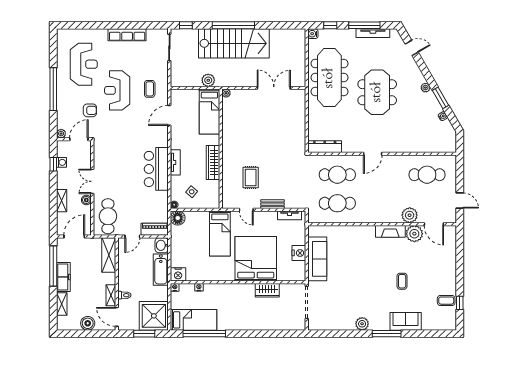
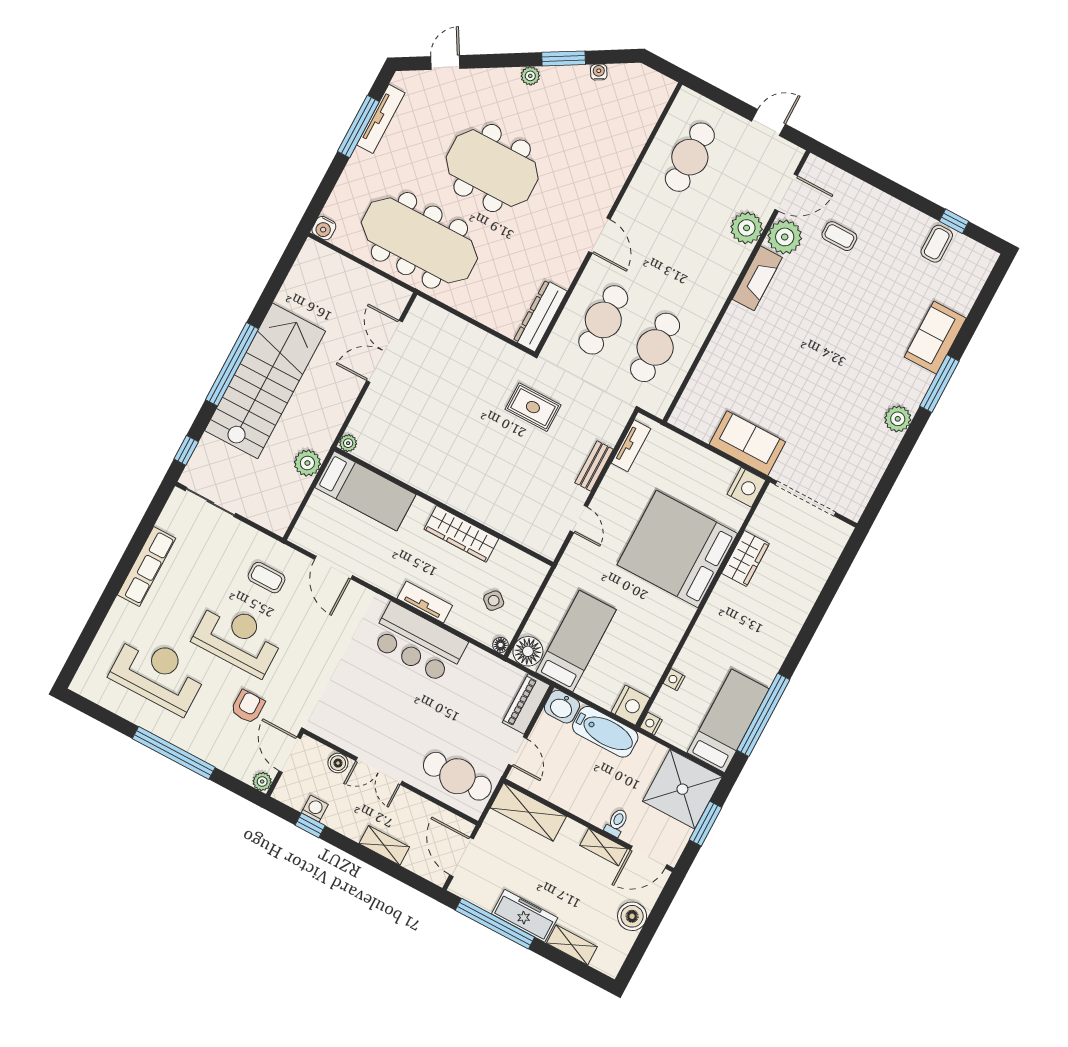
window: (330, 25) -> (326, 188), removed
reception desk: (117, 90) -> (238, 638), turned 180
rug: (251, 178) -> (533, 407), moved
boiler: (86, 200) -> (338, 763), moved
door: (246, 210) -> (579, 519), hinge flipped
bed: (220, 233) -> (576, 641), moved, turned -90
nightstand: (299, 253) -> (746, 487), moved, turned 90
sofa: (317, 259) -> (747, 443), width x0.73
coffee table: (402, 281) -> (839, 236), moved

